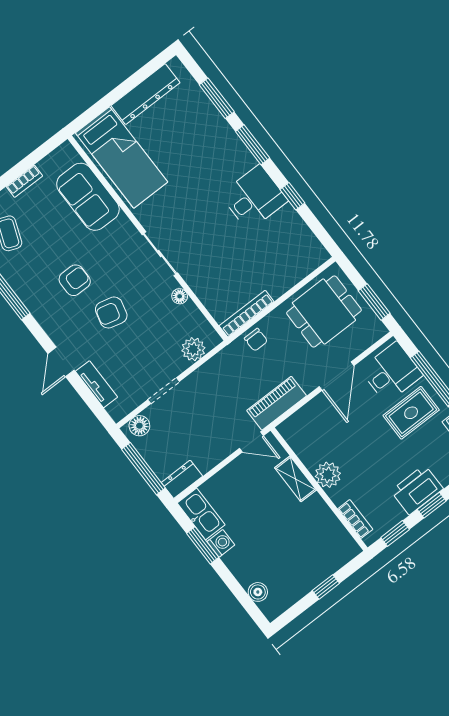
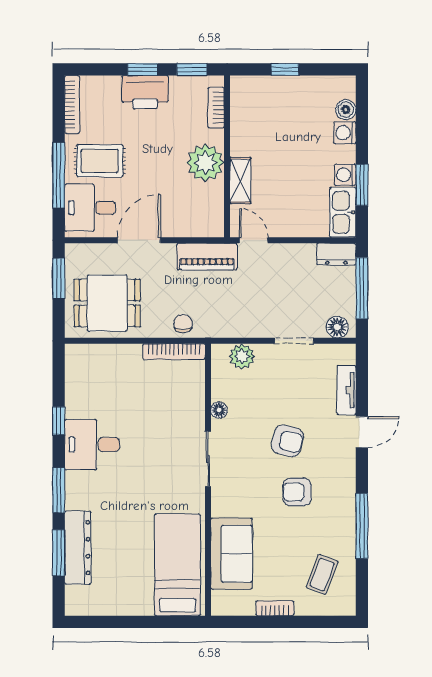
dresser: (145, 94) -> (78, 548), moved, turned 90
plant: (328, 475) -> (205, 163), width x1.36, depth x1.36
washing machine: (245, 574) -> (345, 133), added

